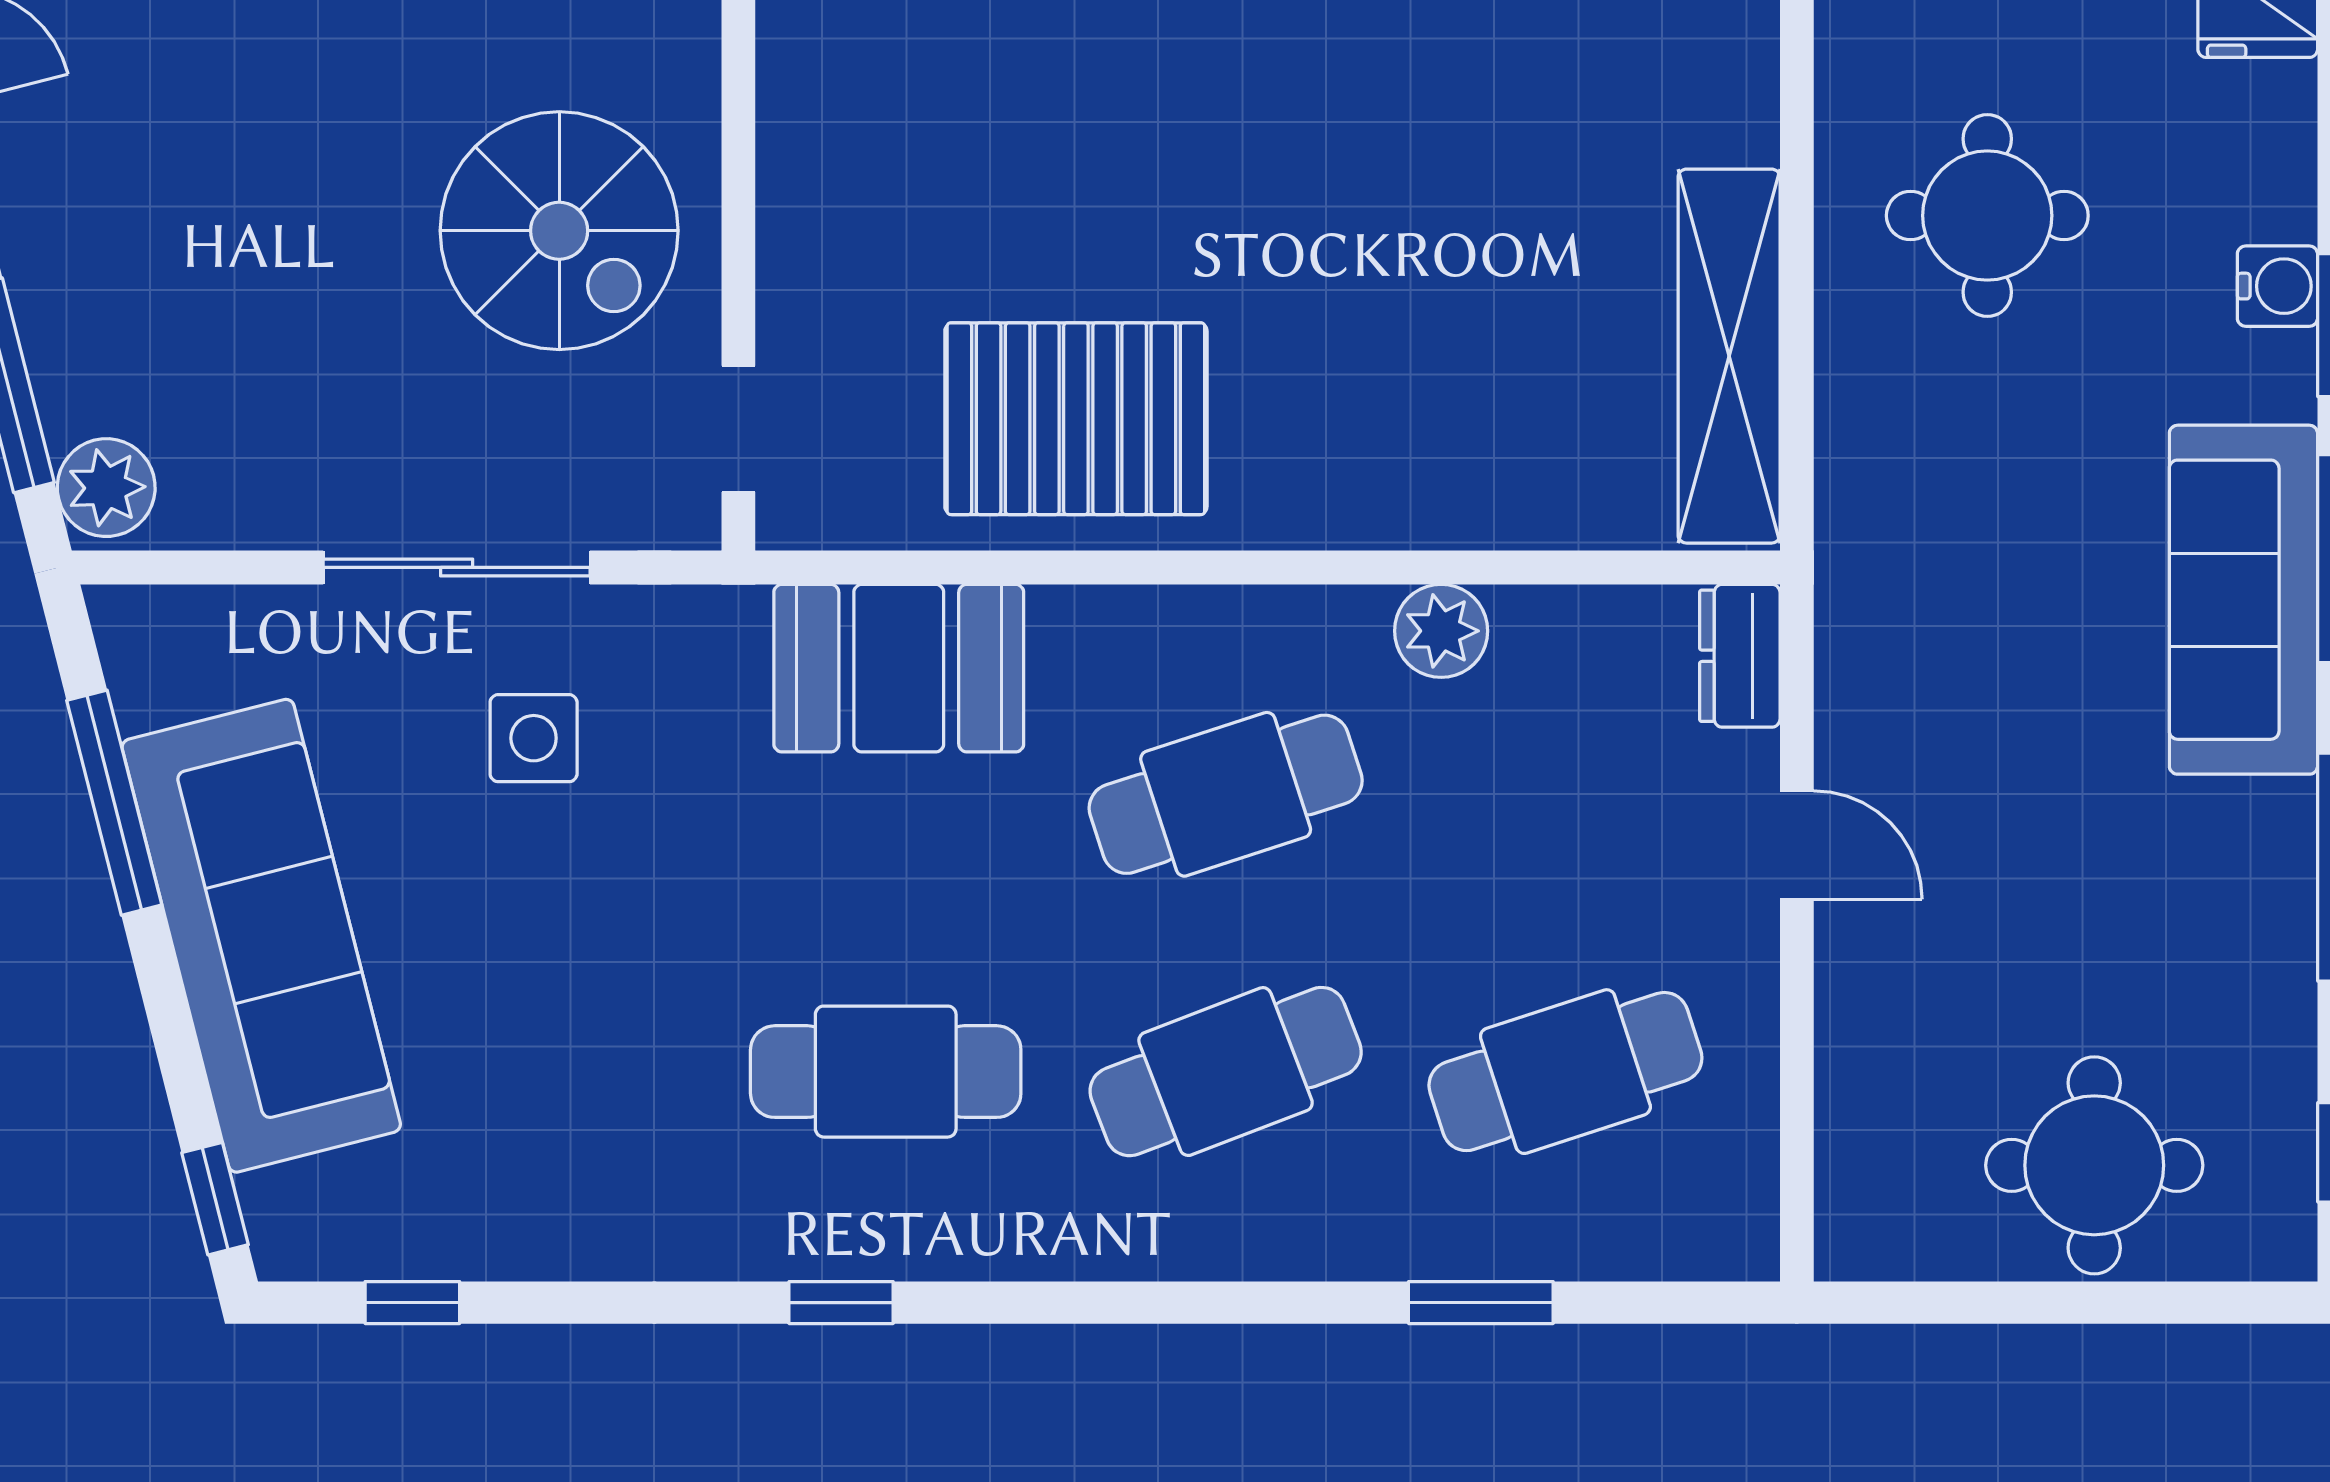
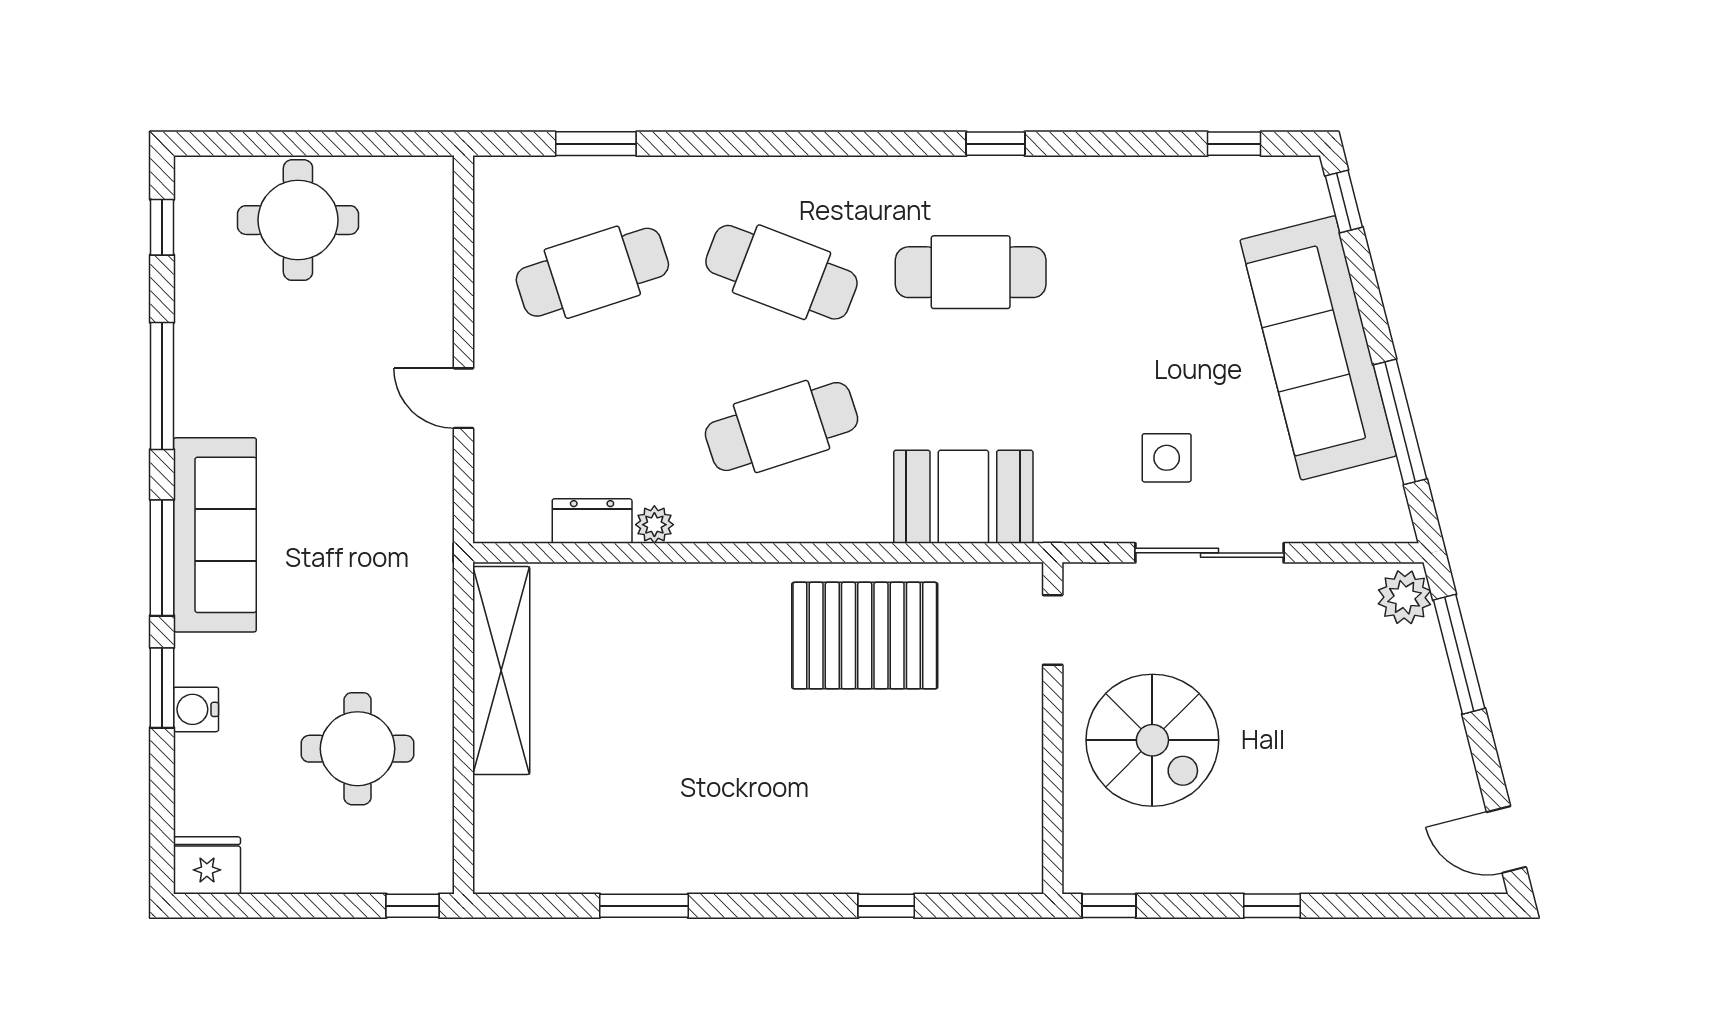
spiral stairs: (559, 231) -> (1152, 740), turned 180
plant: (1441, 631) -> (654, 525), width x0.73, depth x0.73
dresser: (1740, 656) -> (592, 521), moved, turned -90
cafe table: (1226, 1072) -> (781, 272), turned 42
window: (1481, 1303) -> (596, 144), moved

